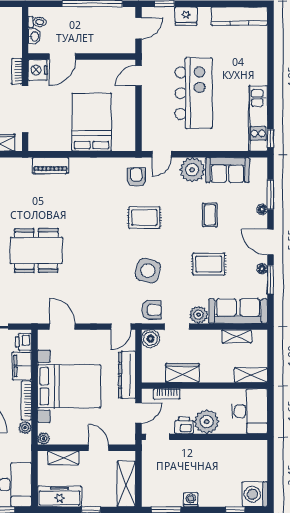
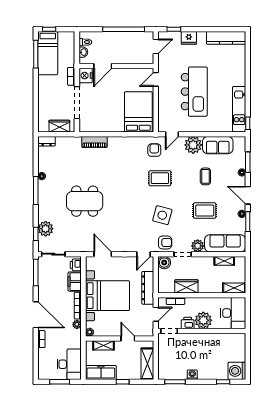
bed: (92, 122) -> (138, 112), moved

